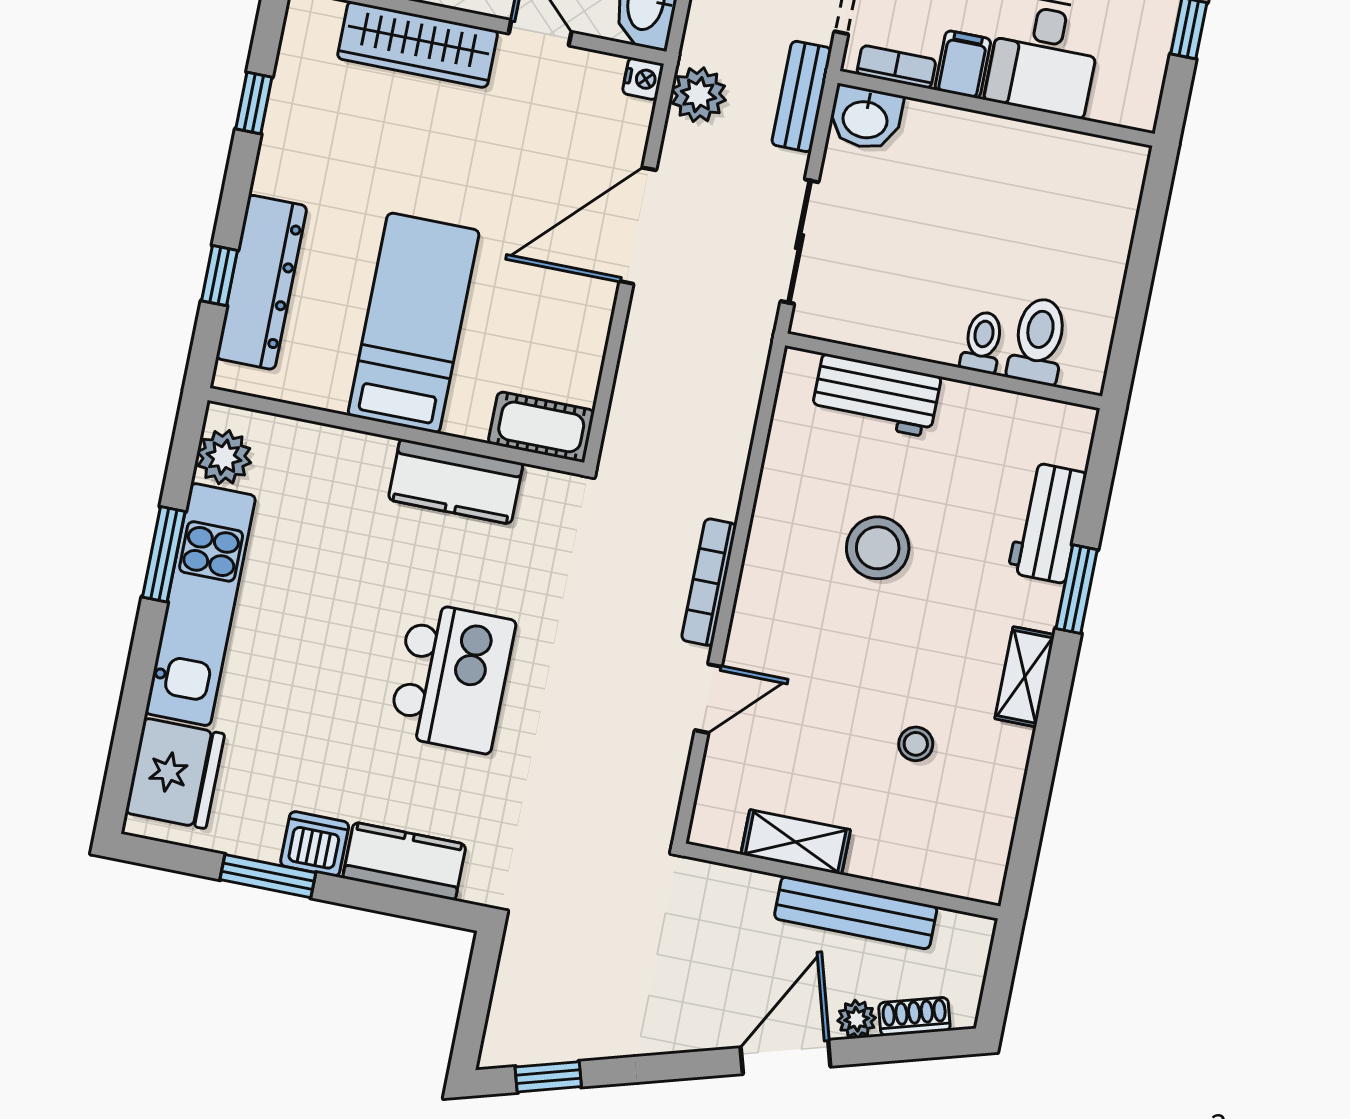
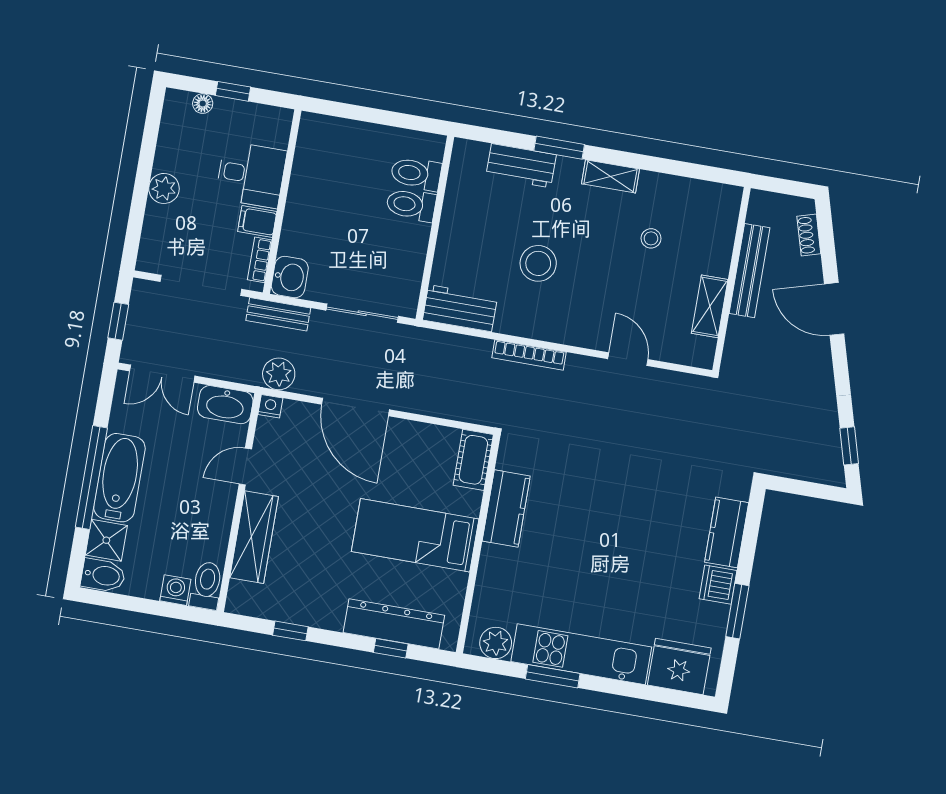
toilet: (982, 342) -> (411, 205), width x1.37, depth x1.39
workbench: (876, 395) -> (460, 308), moved, turned -90
bookcase: (709, 582) -> (529, 355), moved
kitchen island: (452, 678) -> (620, 508), removed
plant: (857, 1019) -> (811, 268), removed

